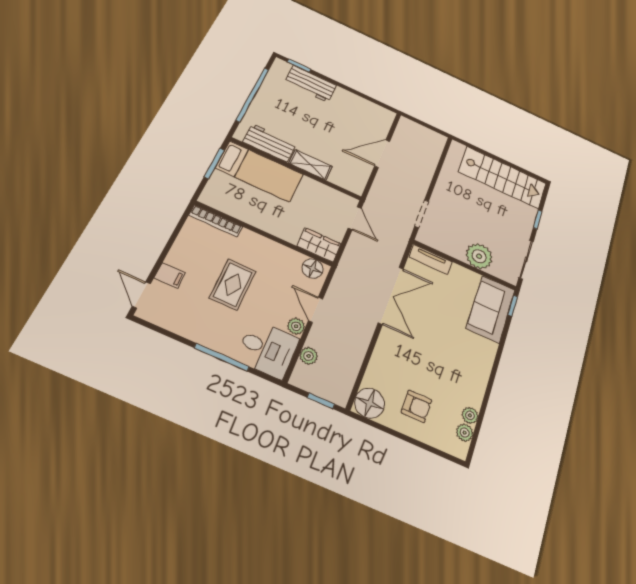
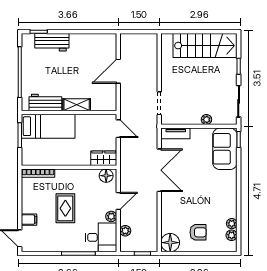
plant: (479, 256) -> (206, 120), width x0.53, depth x0.53
door: (316, 310) -> (118, 201), swing flipped

